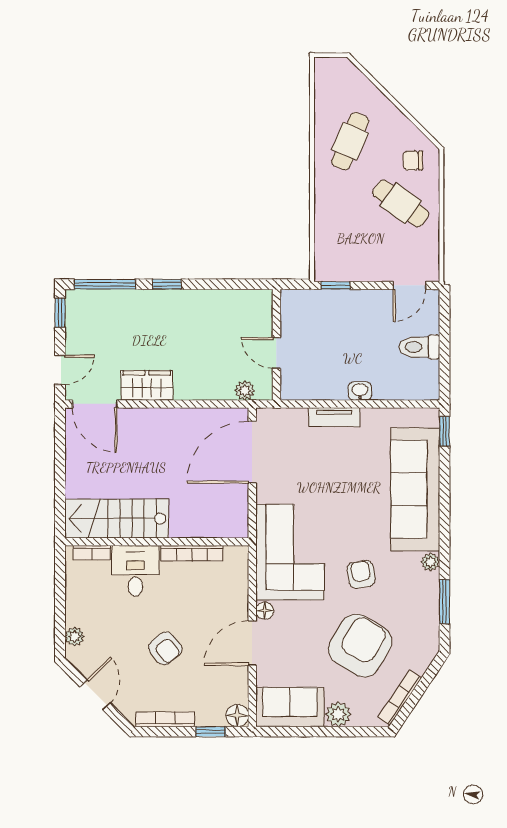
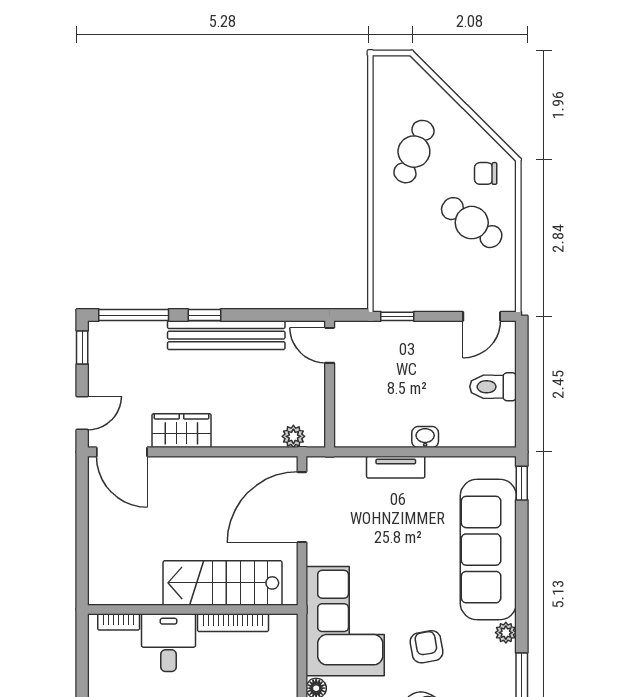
bench: (186, 302) -> (226, 335), added
door: (276, 353) -> (330, 345), moved
stairs: (117, 519) -> (222, 583), moved

